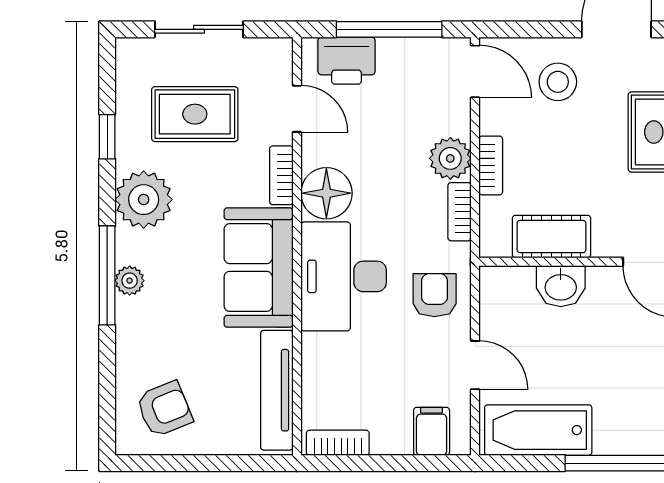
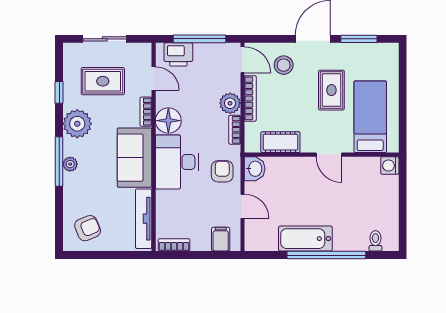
bookcase: (491, 165) -> (250, 98), width x1.56
washbasin: (561, 286) -> (255, 169), moved, turned -90
bathtub: (538, 430) -> (305, 239), moved

